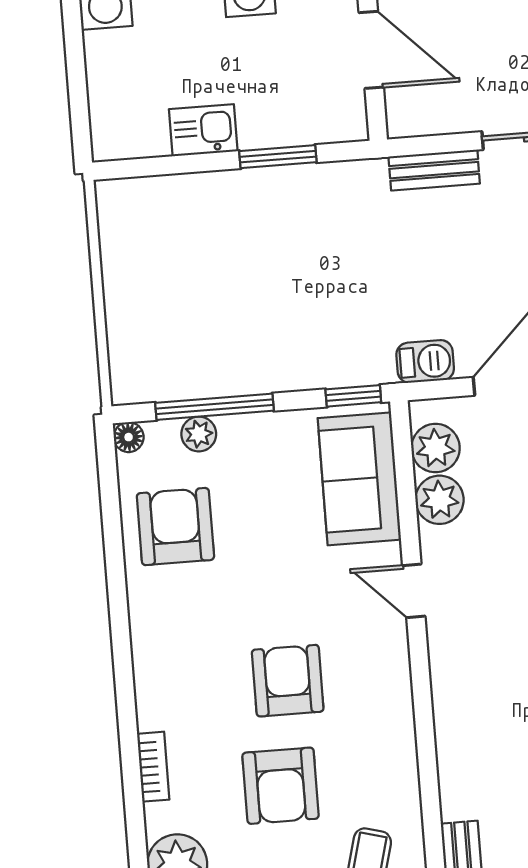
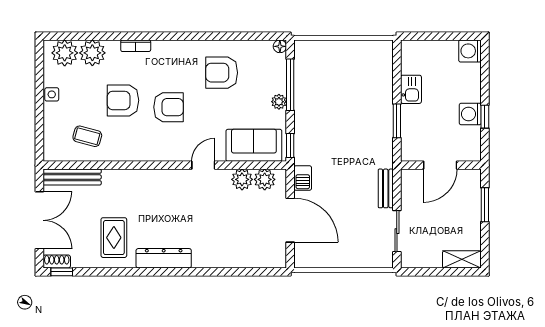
plant: (199, 434) -> (279, 102), moved
armchair: (175, 527) -> (222, 73), moved, turned 180

